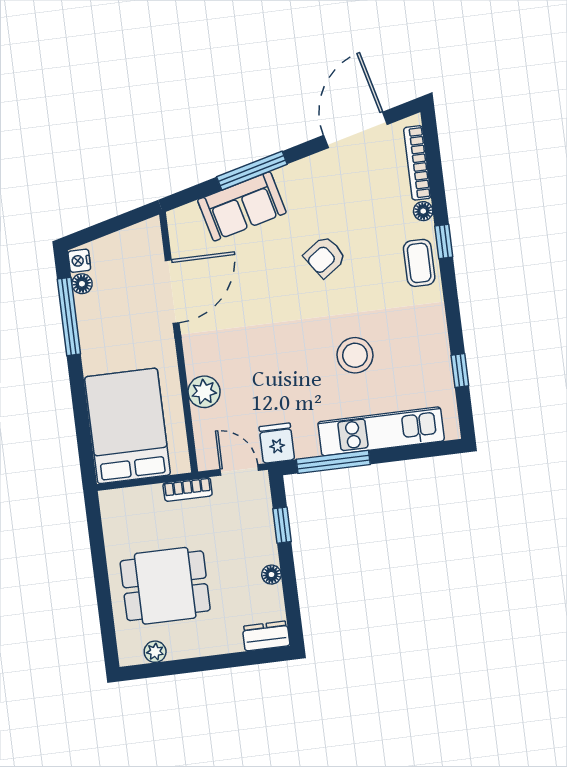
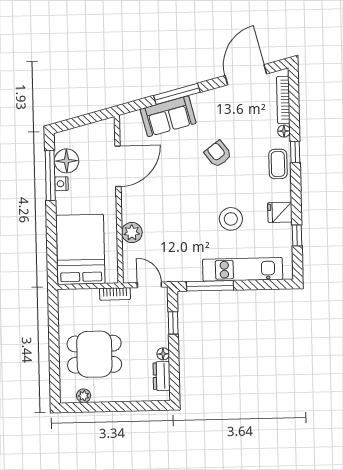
armchair: (325, 257) -> (218, 154), turned 88
nightstand: (79, 261) -> (61, 184), moved
floor lamp: (82, 284) -> (67, 161), width x1.89, depth x1.89
fridge: (277, 443) -> (280, 212), moved, turned -90
dresser: (266, 636) -> (162, 376), moved, turned -90

